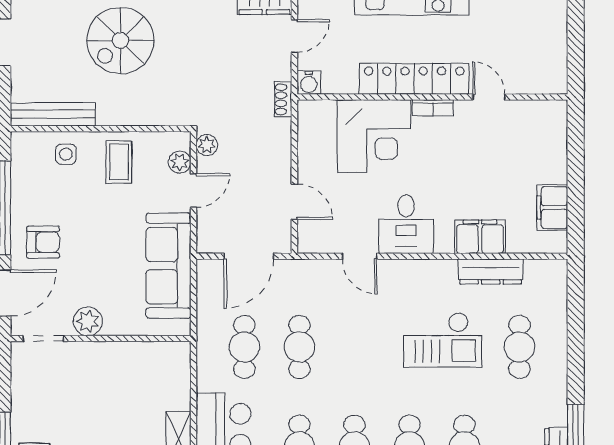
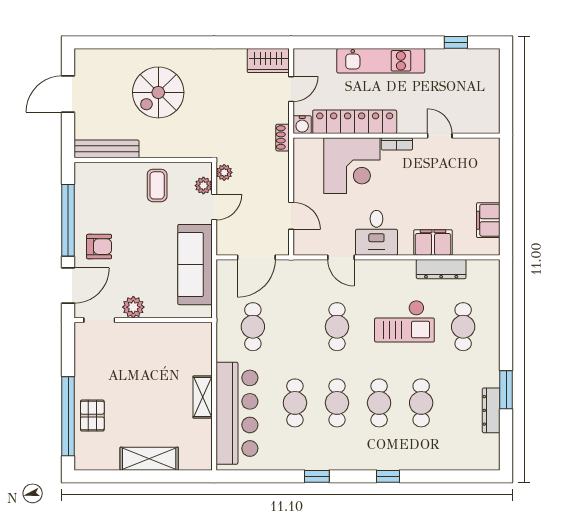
locker: (414, 79) -> (355, 122), moved
side table: (66, 154) -> (117, 179), removed
cafe table: (299, 347) -> (337, 327), moved

